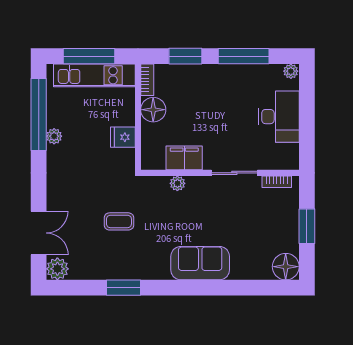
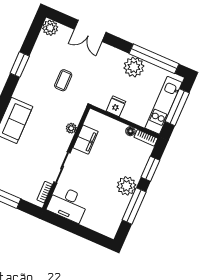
plant: (291, 71) -> (126, 186), moved, width x1.88, depth x1.88
floor lamp: (153, 110) -> (130, 131), width x0.53, depth x0.53
desk: (279, 117) -> (68, 204), moved
plant: (54, 136) -> (134, 67), width x1.88, depth x1.88
double door: (39, 233) -> (90, 31), moved

